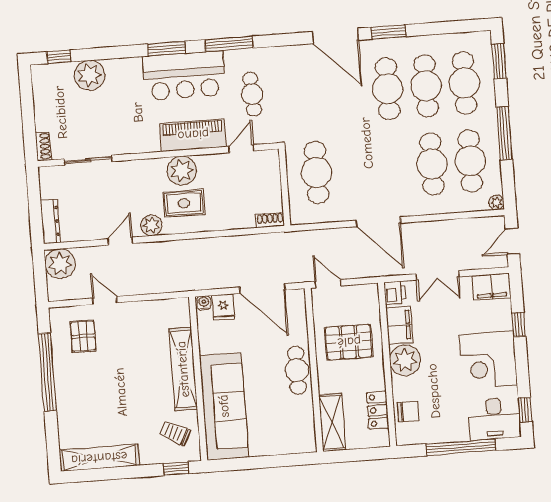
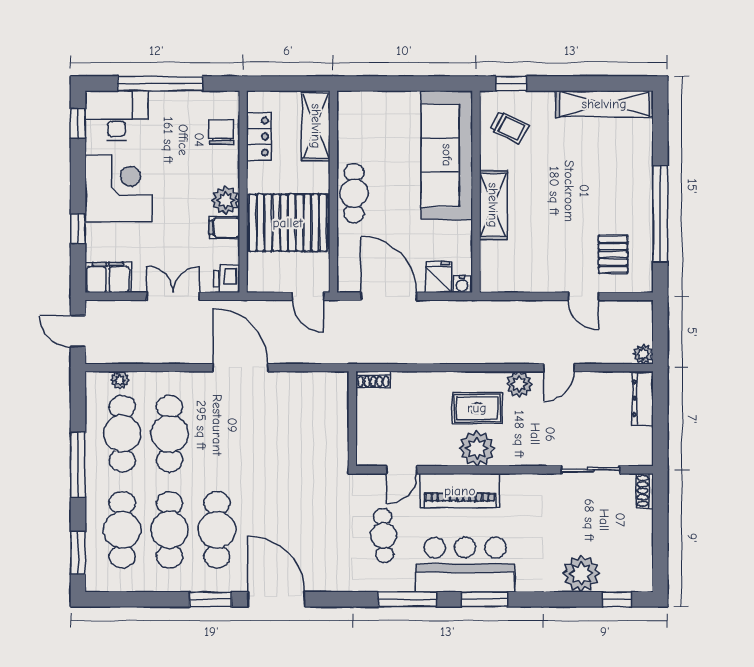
cafe table: (317, 173) -> (312, 434), removed
plant: (496, 203) -> (120, 380), moved
door: (512, 241) -> (78, 331), swing flipped
plant: (60, 264) -> (643, 354), width x0.53, depth x0.53
filing cabinet: (399, 325) -> (224, 227), width x0.50
pallet: (349, 342) -> (288, 223), width x1.37, depth x1.41
plant: (405, 360) -> (226, 200), width x0.73, depth x0.73
shelving: (183, 369) -> (493, 205), width x0.68
chair: (408, 412) -> (222, 132), turned 90

